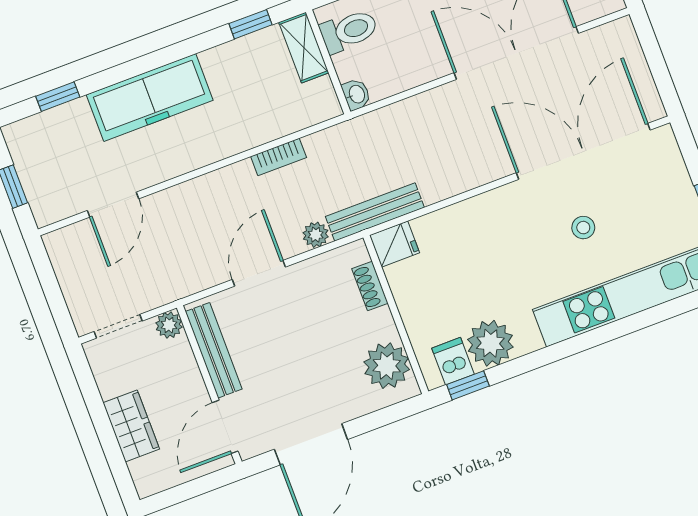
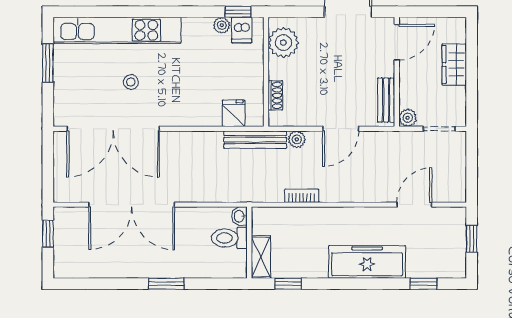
toilet: (349, 31) -> (229, 238), moved
fridge: (395, 244) -> (234, 113), moved, turned 90
plant: (490, 343) -> (222, 25), width x0.53, depth x0.53
bench: (214, 350) -> (386, 100), width x0.73

